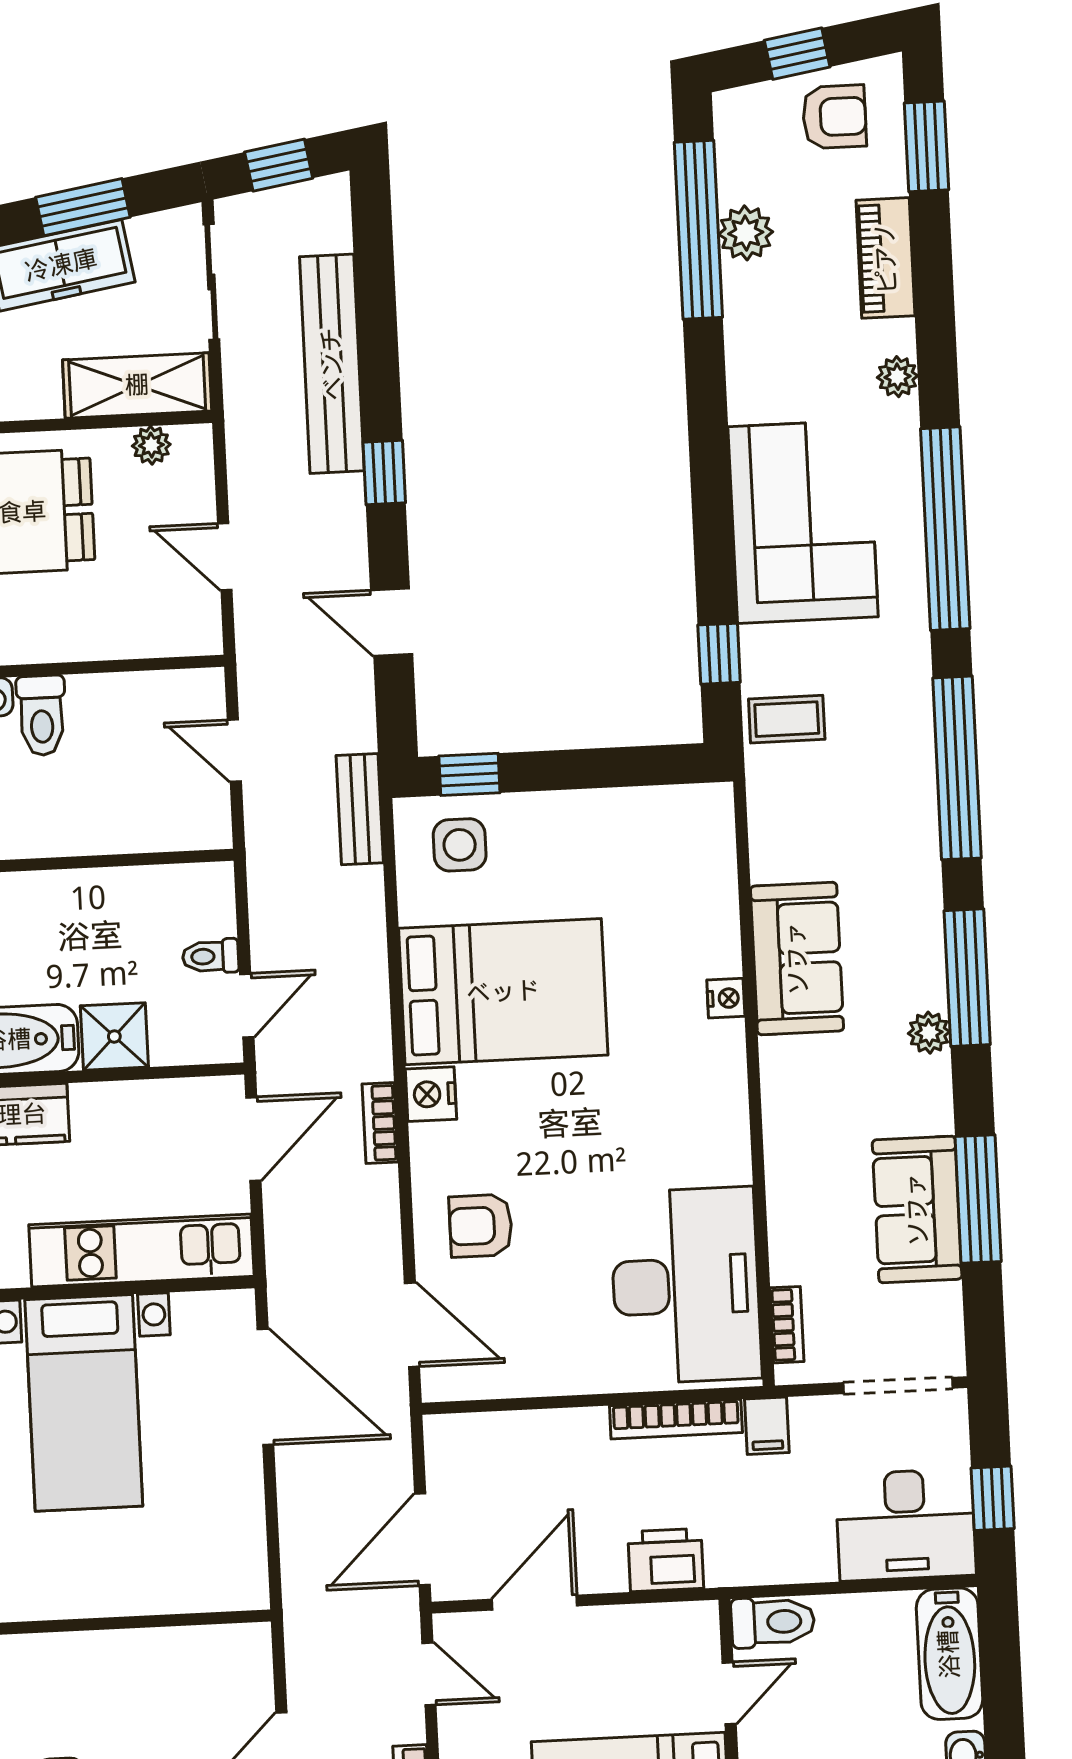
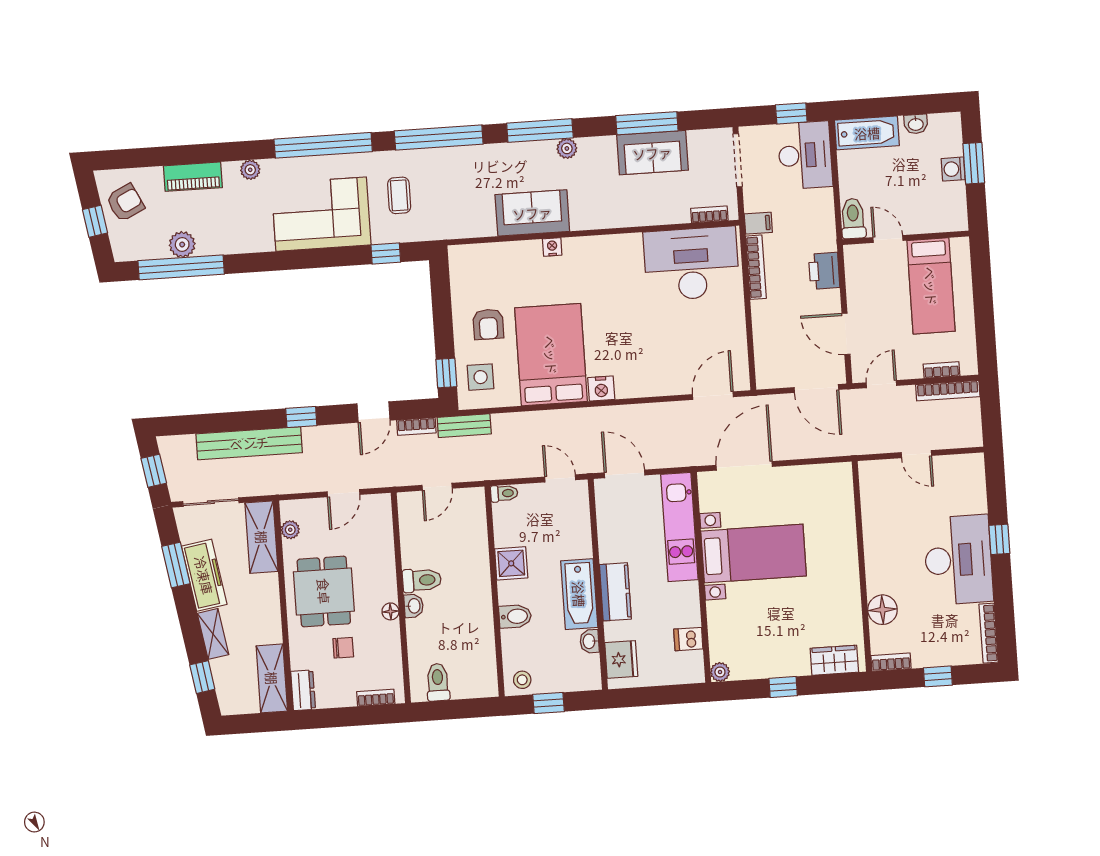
armchair: (834, 117) -> (125, 203), turned 64
window: (927, 146) -> (139, 158), removed
coffee table: (787, 719) -> (399, 195), moved
toilet: (211, 956) -> (504, 493), moved, turned -90
shower: (114, 1036) -> (511, 563), moved
bookcase: (380, 1123) -> (416, 426), moved
armchair: (481, 1226) -> (488, 324), moved

